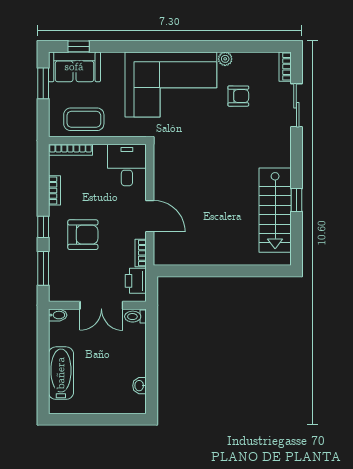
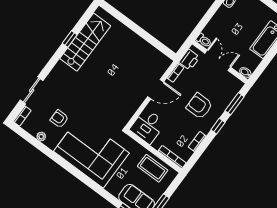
plant: (225, 59) -> (41, 137), moved
door: (150, 216) -> (156, 89), swing flipped

